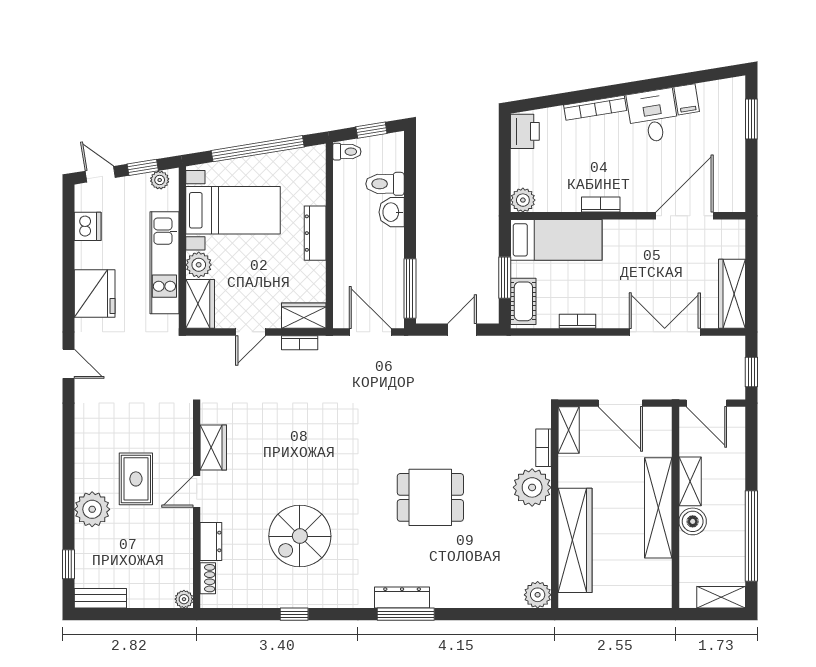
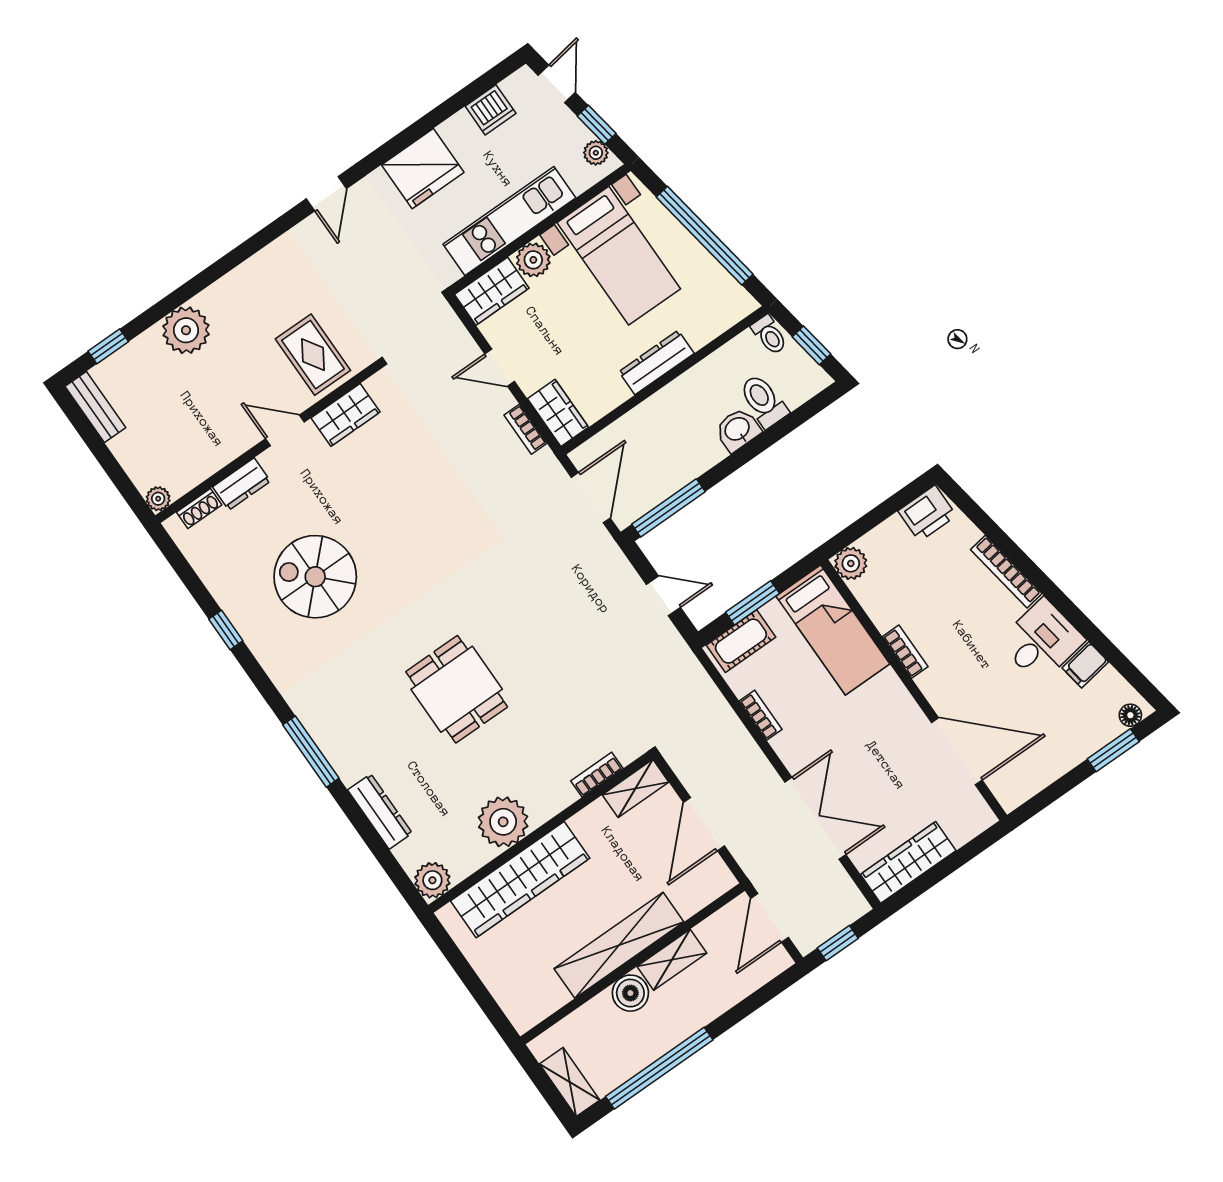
floor lamp: (737, 93) -> (1130, 715), added
rug: (136, 479) -> (313, 355), moved, turned 90
plant: (532, 487) -> (503, 822), moved
dresser: (402, 597) -> (380, 812), moved

